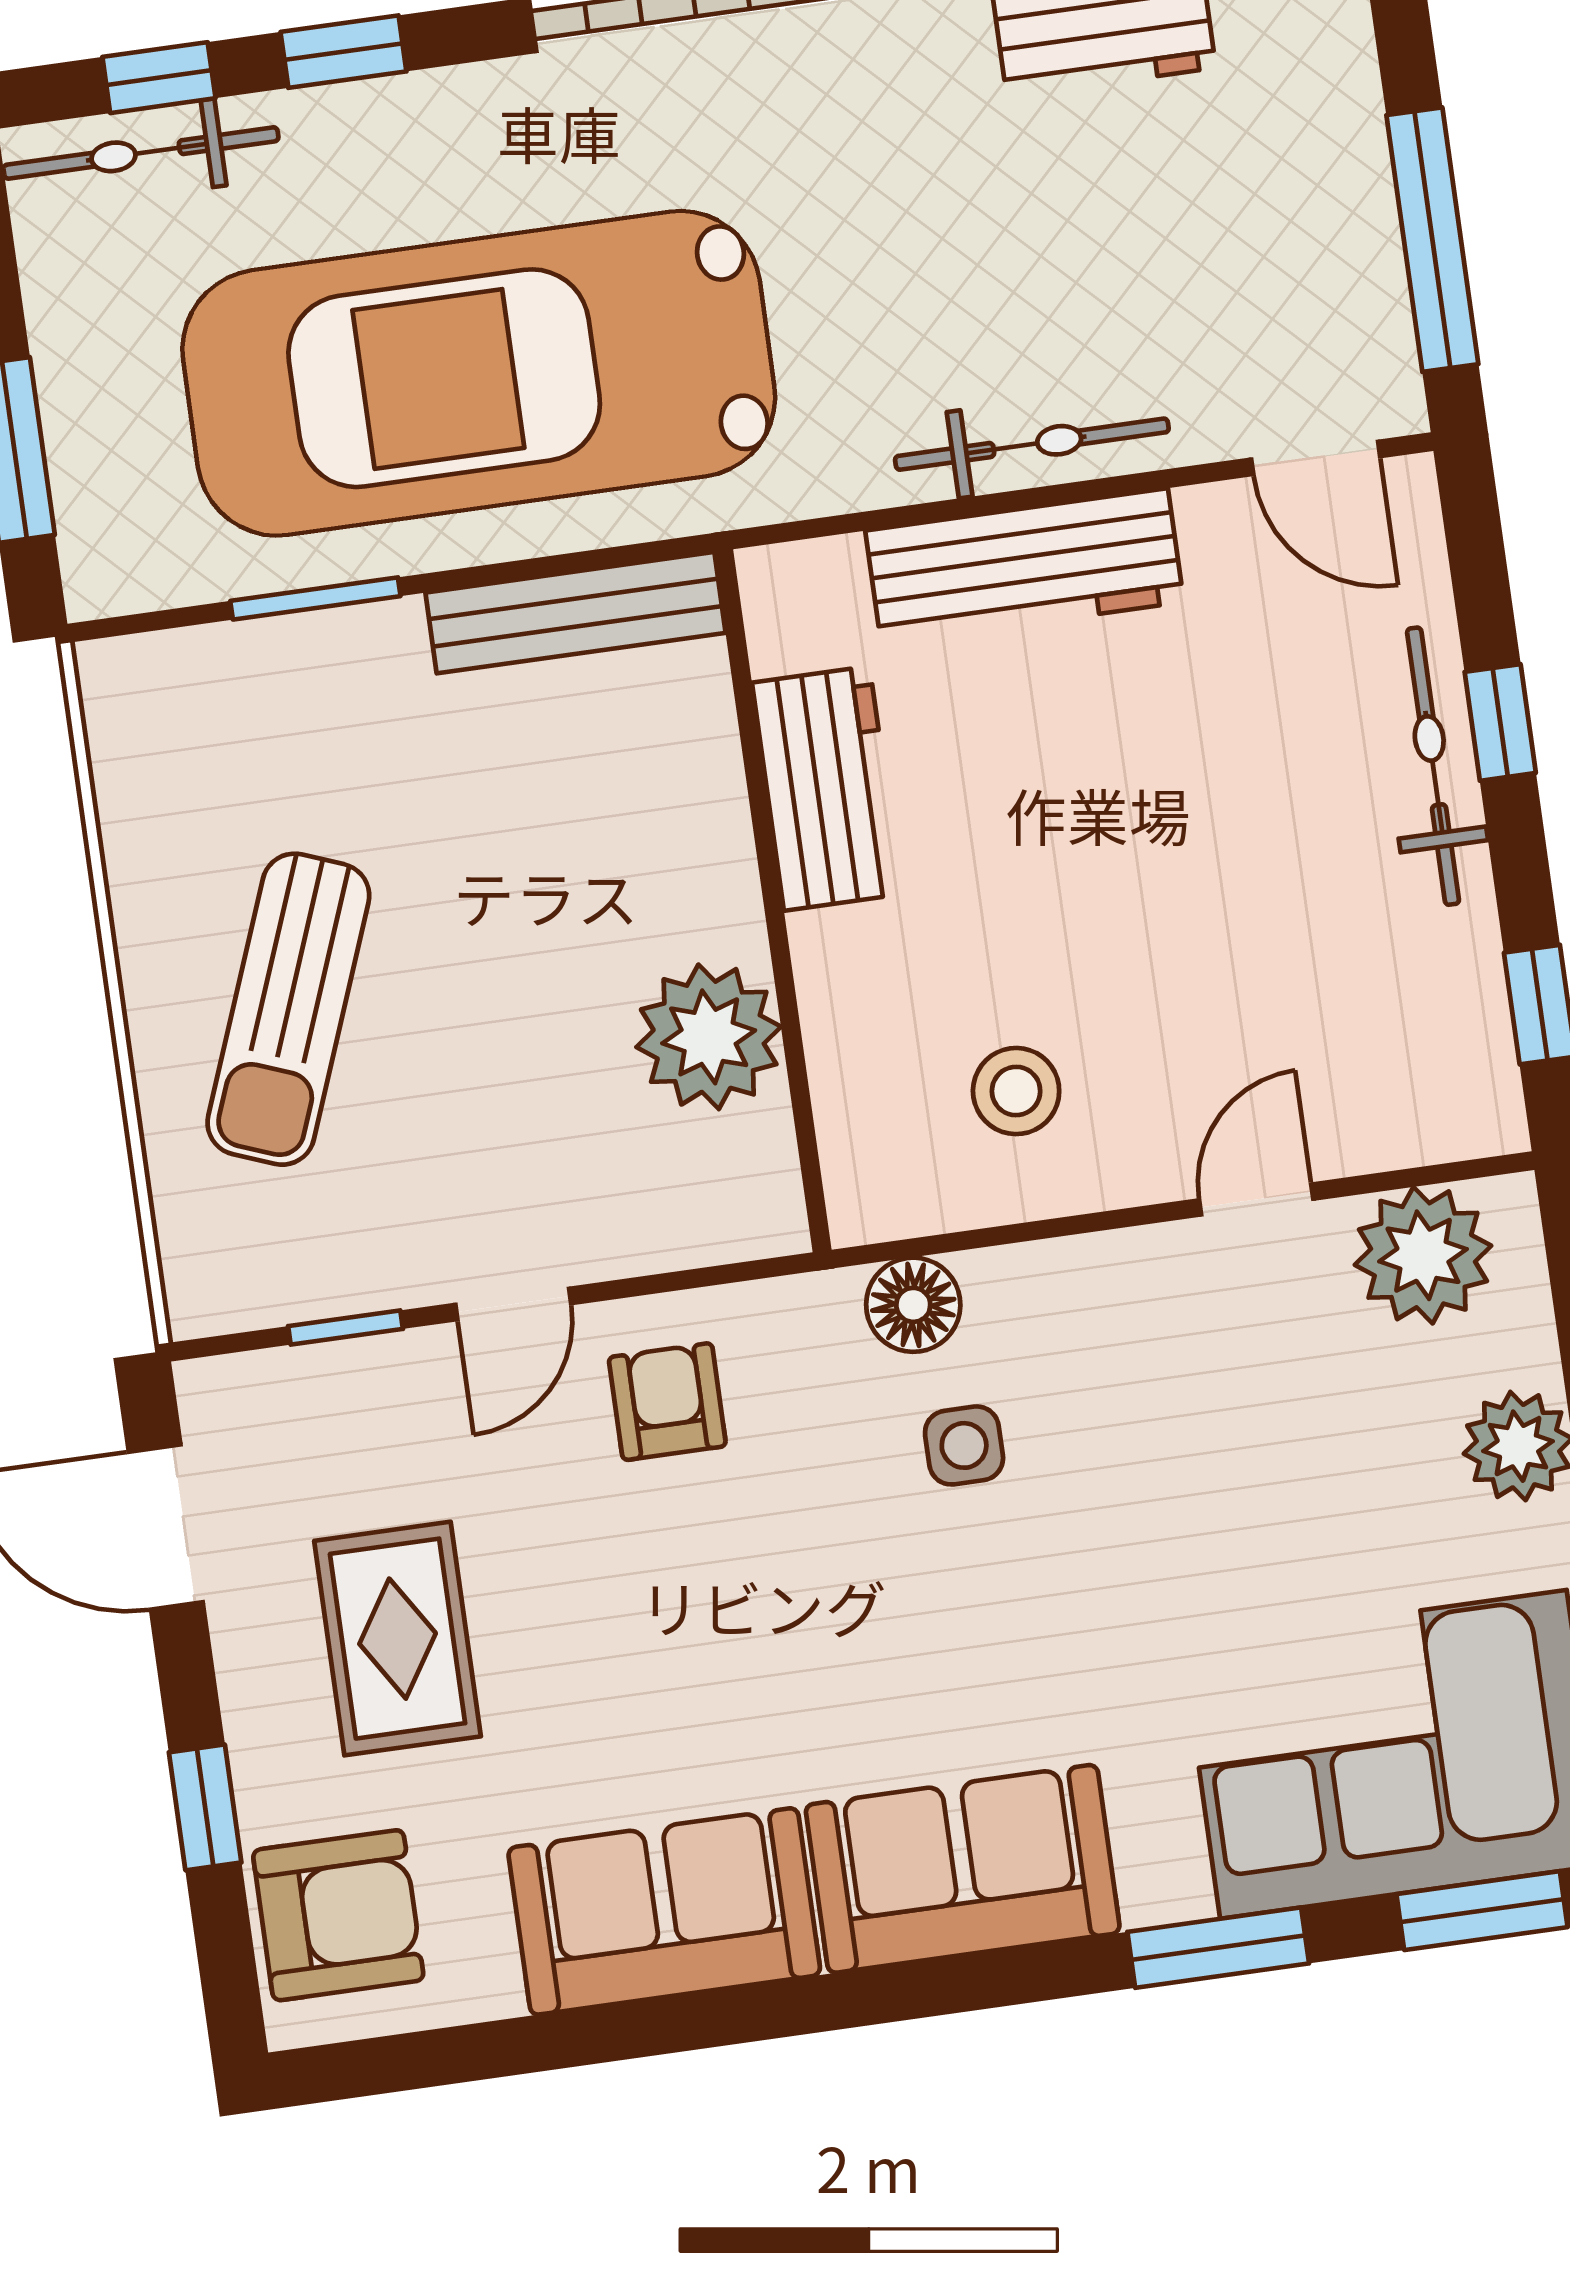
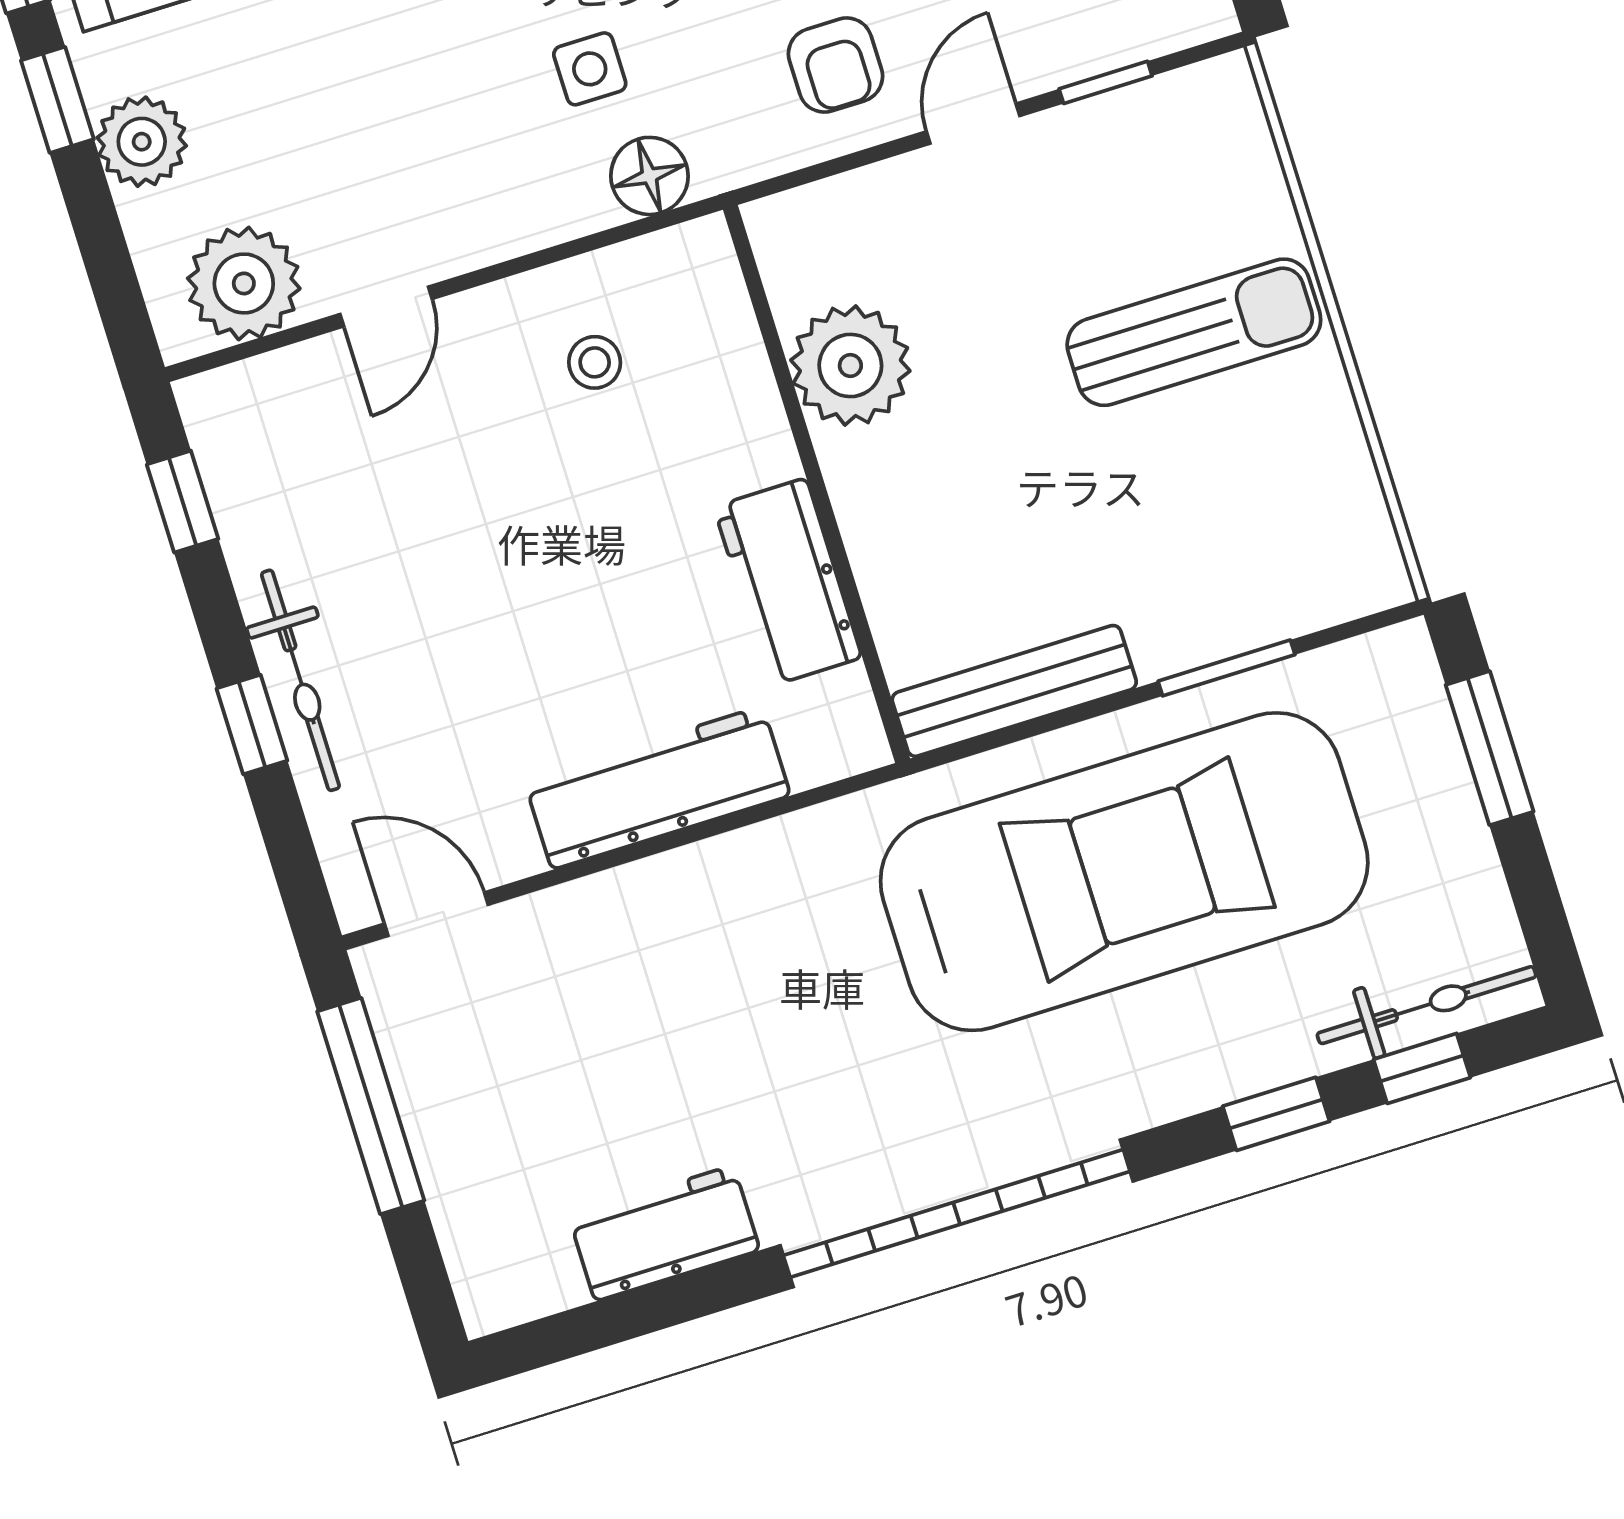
bicycle: (1032, 444) -> (667, 888), removed
sun lounger: (288, 1009) -> (1194, 332), turned 69
stool: (1016, 1091) -> (595, 362), width x0.73, depth x0.73

